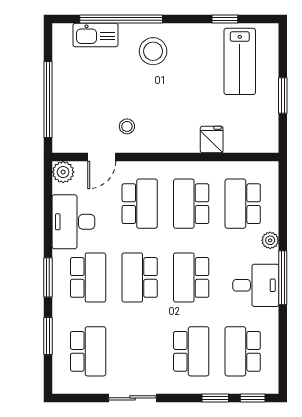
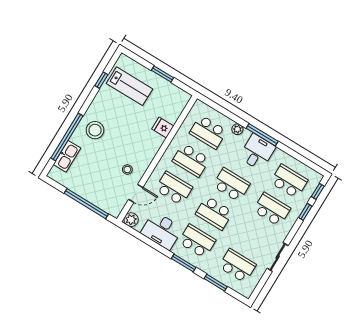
door: (102, 157) -> (136, 193), hinge flipped
school desk: (191, 277) -> (231, 185), turned 180
school desk: (243, 351) -> (289, 181), turned 180

